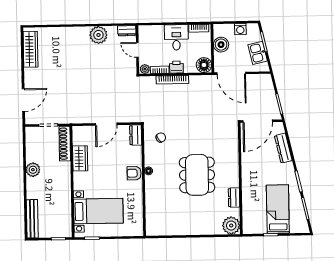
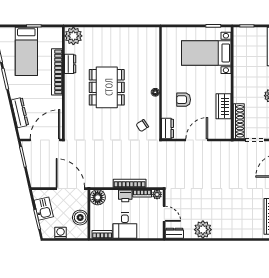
armchair: (134, 173) -> (184, 100), moved, turned 180
bookcase: (247, 189) -> (57, 72), added

